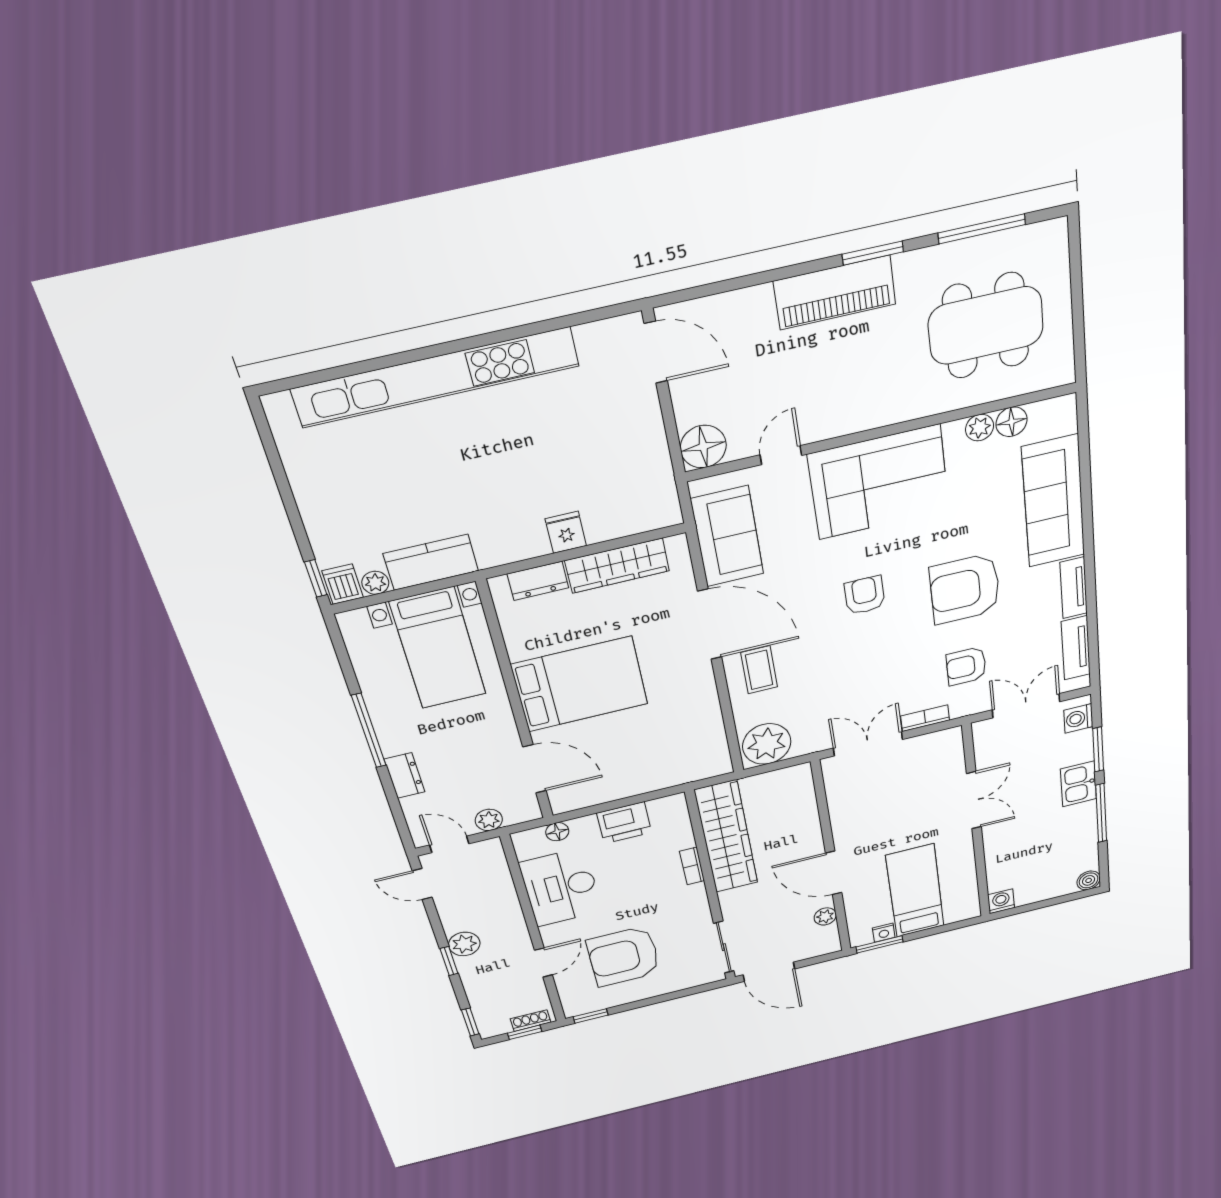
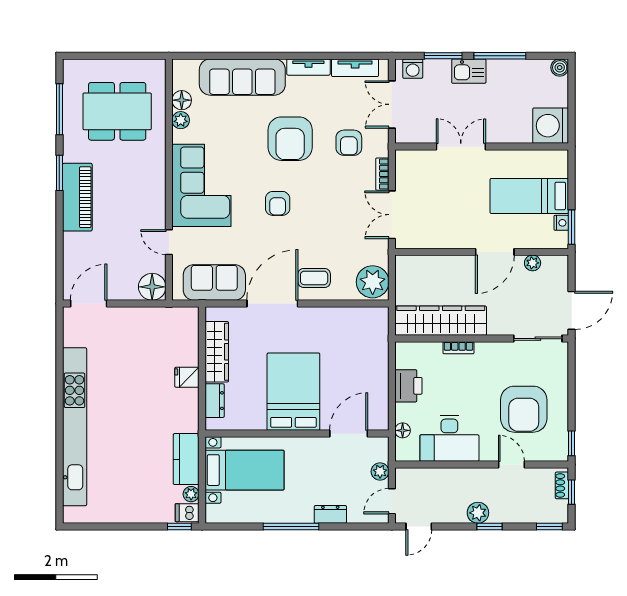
dining table: (986, 326) -> (117, 111), turned 90
armchair: (865, 595) -> (278, 203), turned -90
washing machine: (1001, 901) -> (551, 126), width x1.89, depth x1.89

